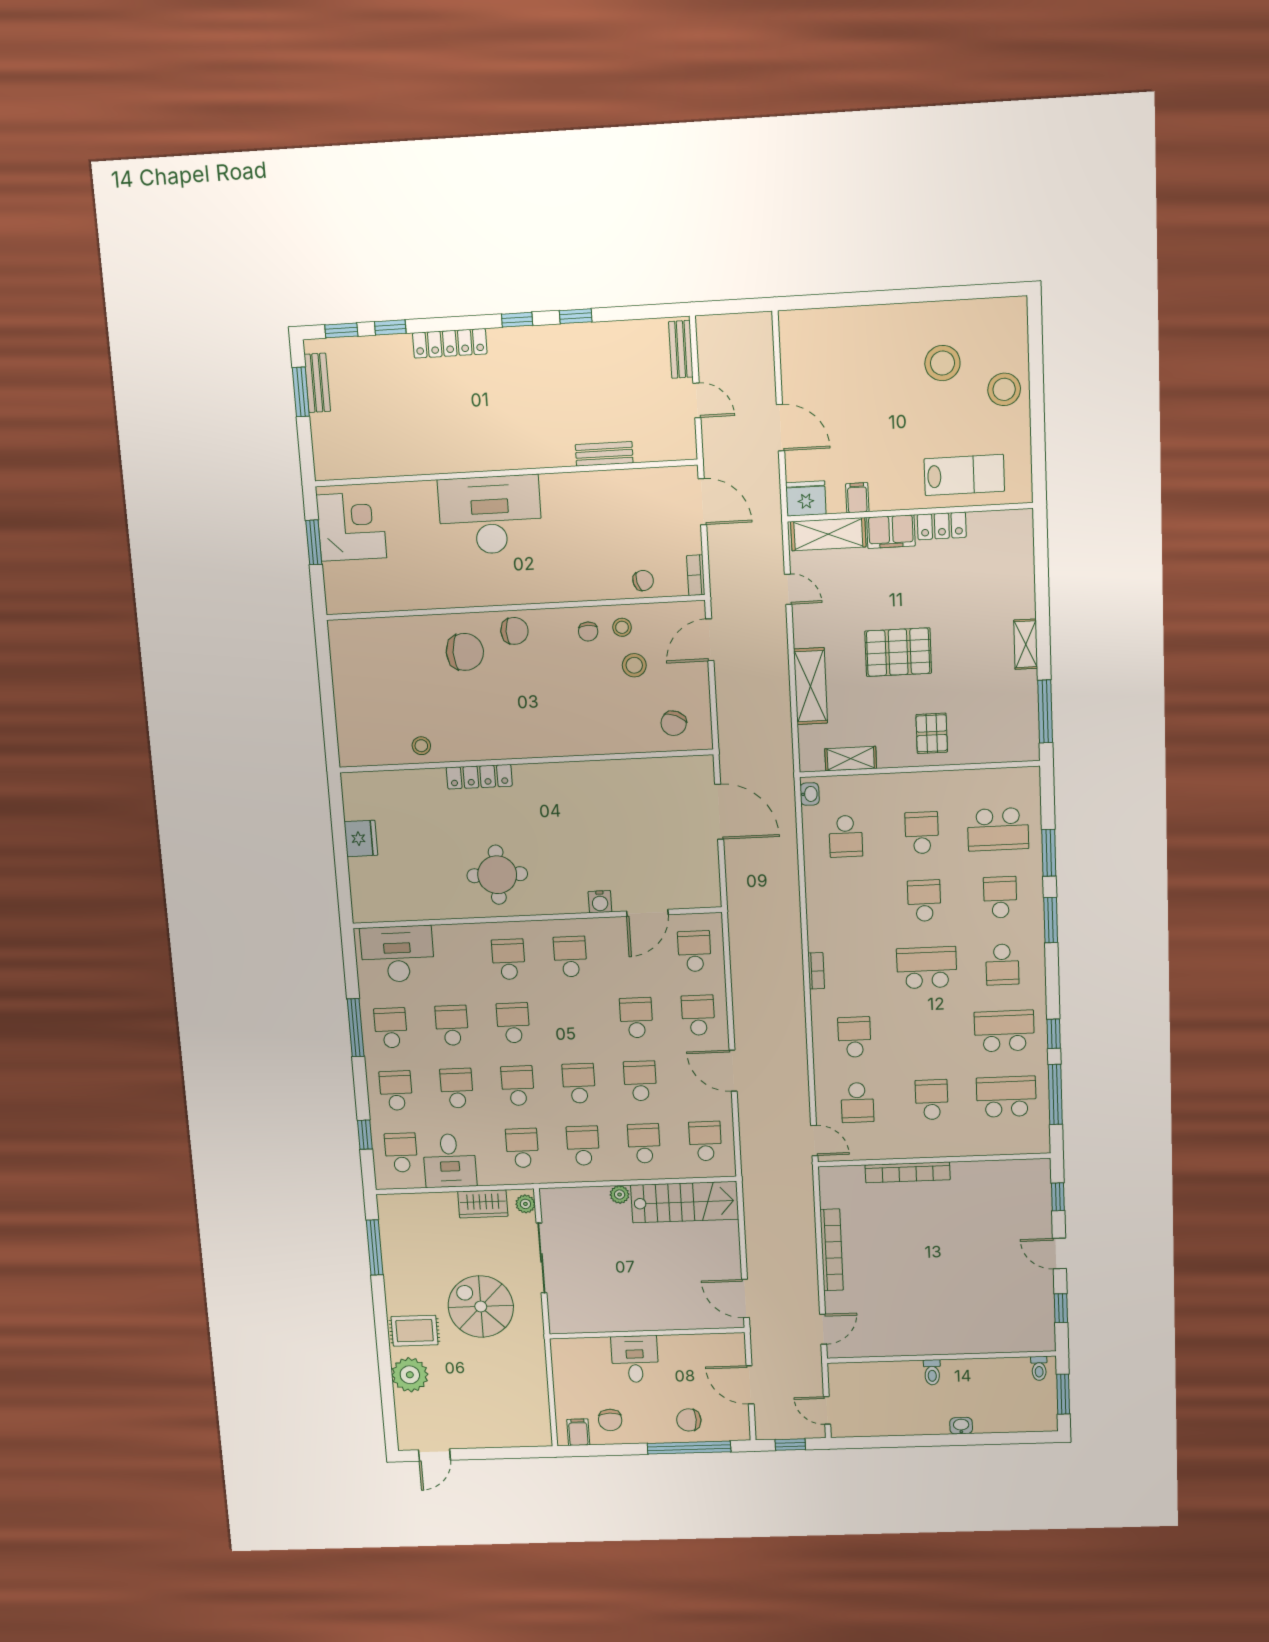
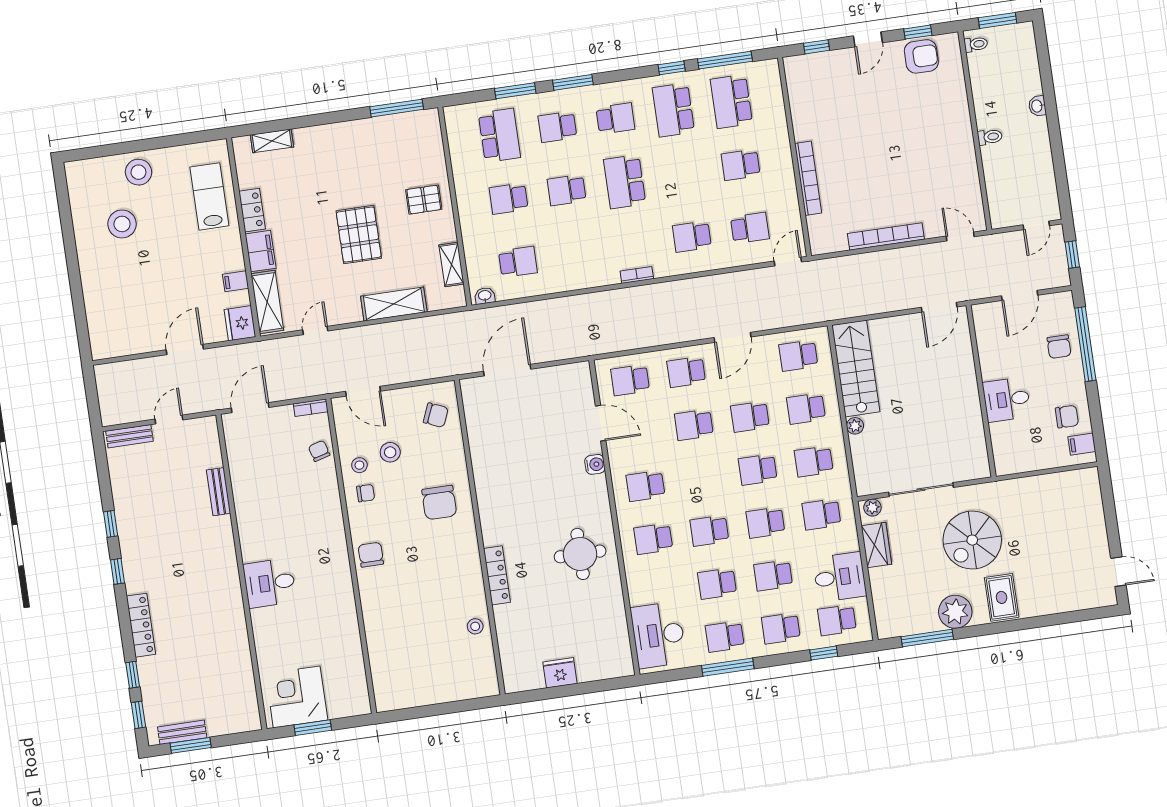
desk: (490, 515) -> (270, 583), width x0.53, depth x0.77
shelving: (1026, 644) -> (272, 141), moved
chair: (465, 652) -> (439, 502), moved, turned 180
armchair: (1033, 1309) -> (921, 56), added
plant: (410, 1375) -> (955, 612), moved

